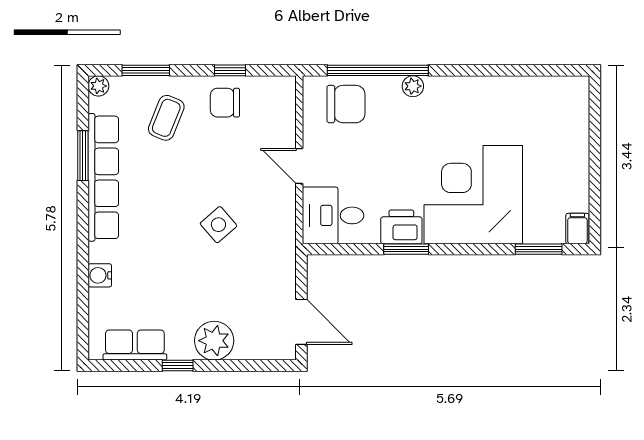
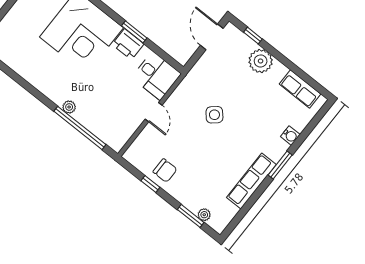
plant: (98, 86) -> (204, 215), moved
chair: (346, 104) -> (108, 124), removed
coffee table: (166, 118) -> (199, 186), removed
window: (83, 156) -> (280, 165), moved
row of seats: (103, 177) -> (251, 181), width x0.73
window: (178, 366) -> (253, 36), moved

